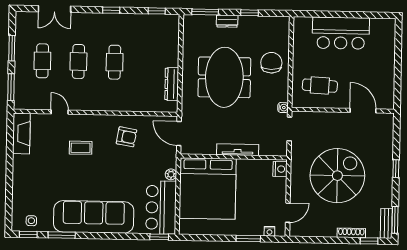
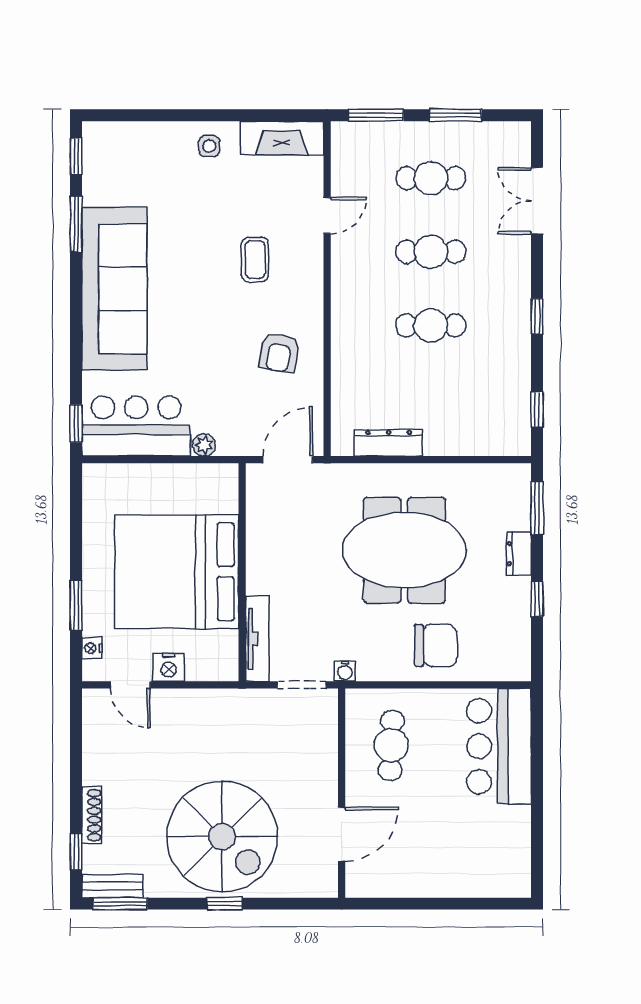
bar counter: (341, 33) -> (499, 746), moved
tv unit: (238, 150) -> (257, 639), moved
nightstand: (280, 169) -> (169, 667), moved
spiral stairs: (337, 176) -> (222, 837), moved
bed: (208, 189) -> (177, 572), moved
side table: (31, 221) -> (209, 146), moved

